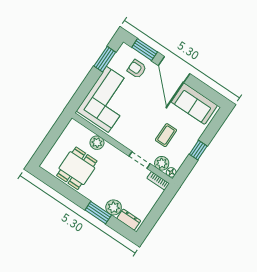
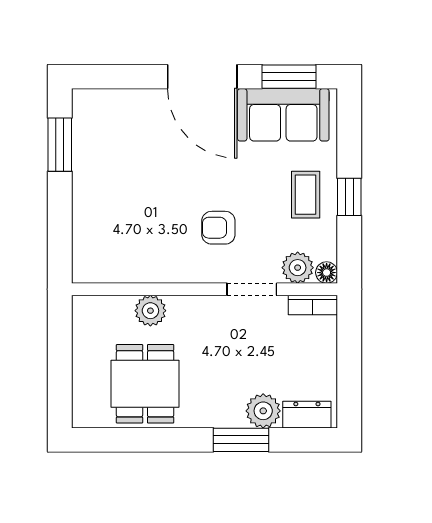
window: (145, 50) -> (289, 77), moved
armchair: (137, 69) -> (218, 228), moved
corner sofa: (107, 99) -> (115, 217), removed
coffee table: (166, 135) -> (306, 195), moved

